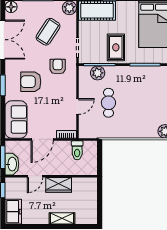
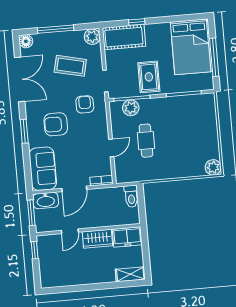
coffee table: (48, 32) -> (70, 66), turned 70
toilet: (77, 150) -> (131, 196), moved
washbasin: (12, 164) -> (46, 200), moved, turned 90
freezer: (13, 212) -> (127, 237), moved, turned 90
shelving: (62, 218) -> (130, 274), moved

